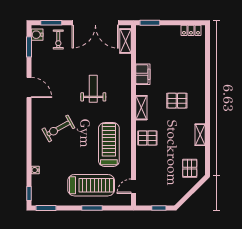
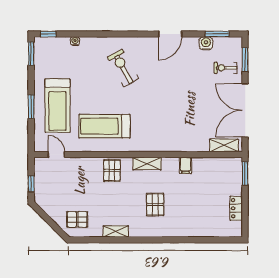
locker: (191, 30) -> (236, 208), moved
water cooler: (37, 35) -> (206, 43), moved
filing cabinet: (143, 74) -> (185, 165), width x0.50
weight bench: (93, 89) -> (169, 108), removed
treadmill: (109, 145) -> (104, 126), turned 180

